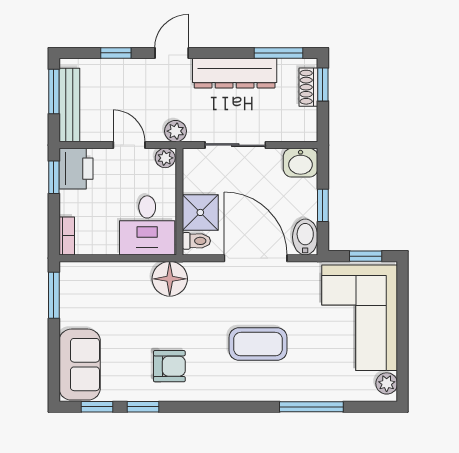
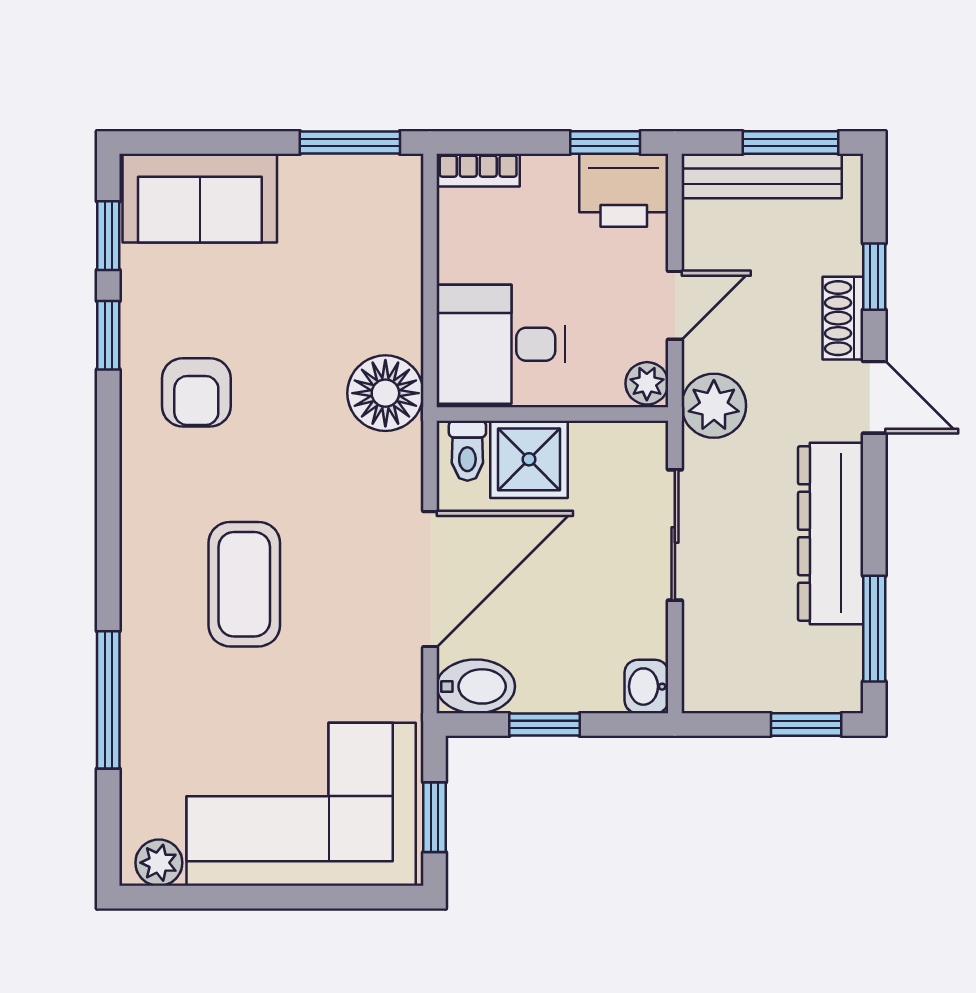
shoe rack: (308, 87) -> (843, 318), moved, turned -90
plant: (176, 131) -> (714, 406), width x1.38, depth x1.38
washbasin: (301, 163) -> (646, 687), width x0.72, depth x0.69

